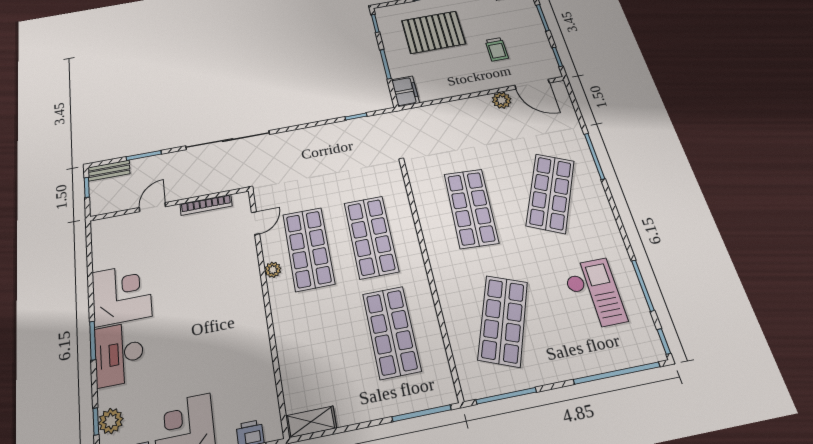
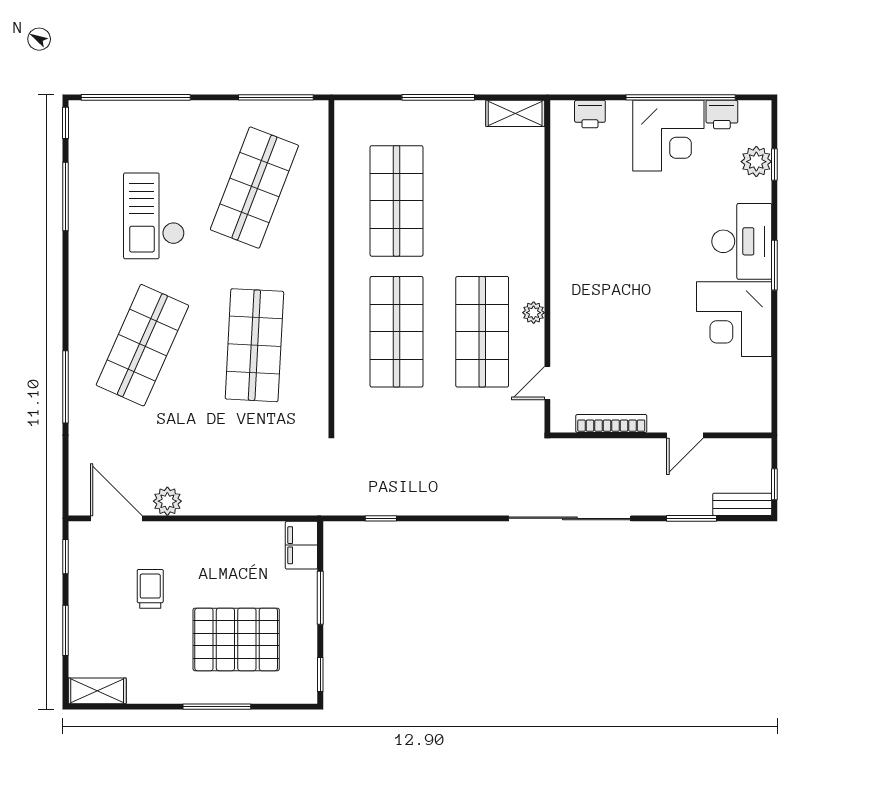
checkout: (594, 294) -> (154, 216), moved
window: (422, 413) -> (438, 97), moved

